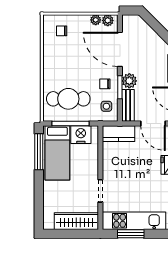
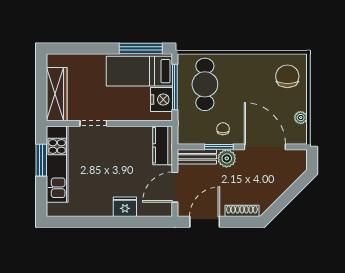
plant: (108, 20) -> (300, 132), removed
chair: (62, 31) -> (287, 76), width x1.87, depth x1.87
door: (120, 49) -> (265, 147), hinge flipped
side table: (106, 106) -> (196, 131), removed

